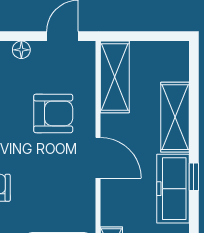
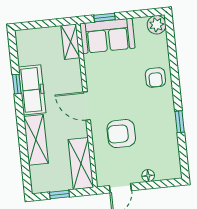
window: (150, 36) -> (60, 195), added
window: (194, 177) -> (17, 84), moved

